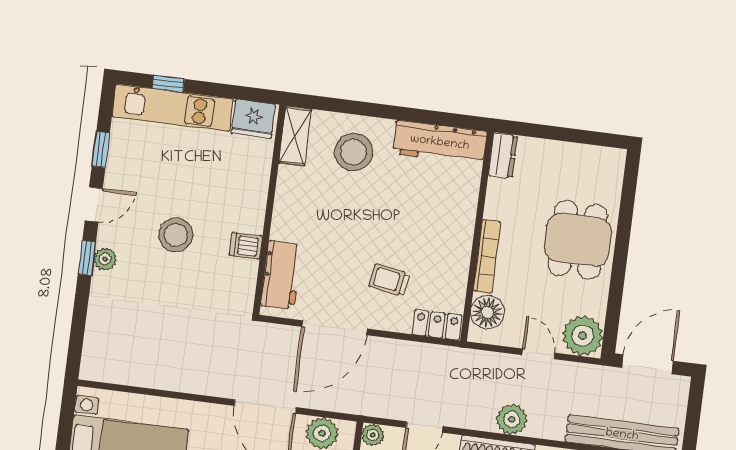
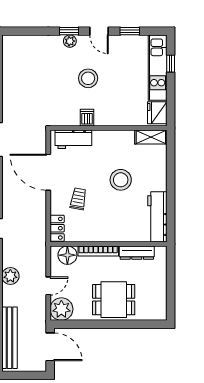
stool: (354, 152) -> (121, 180), moved
dresser: (503, 156) -> (137, 253), moved, width x1.44

